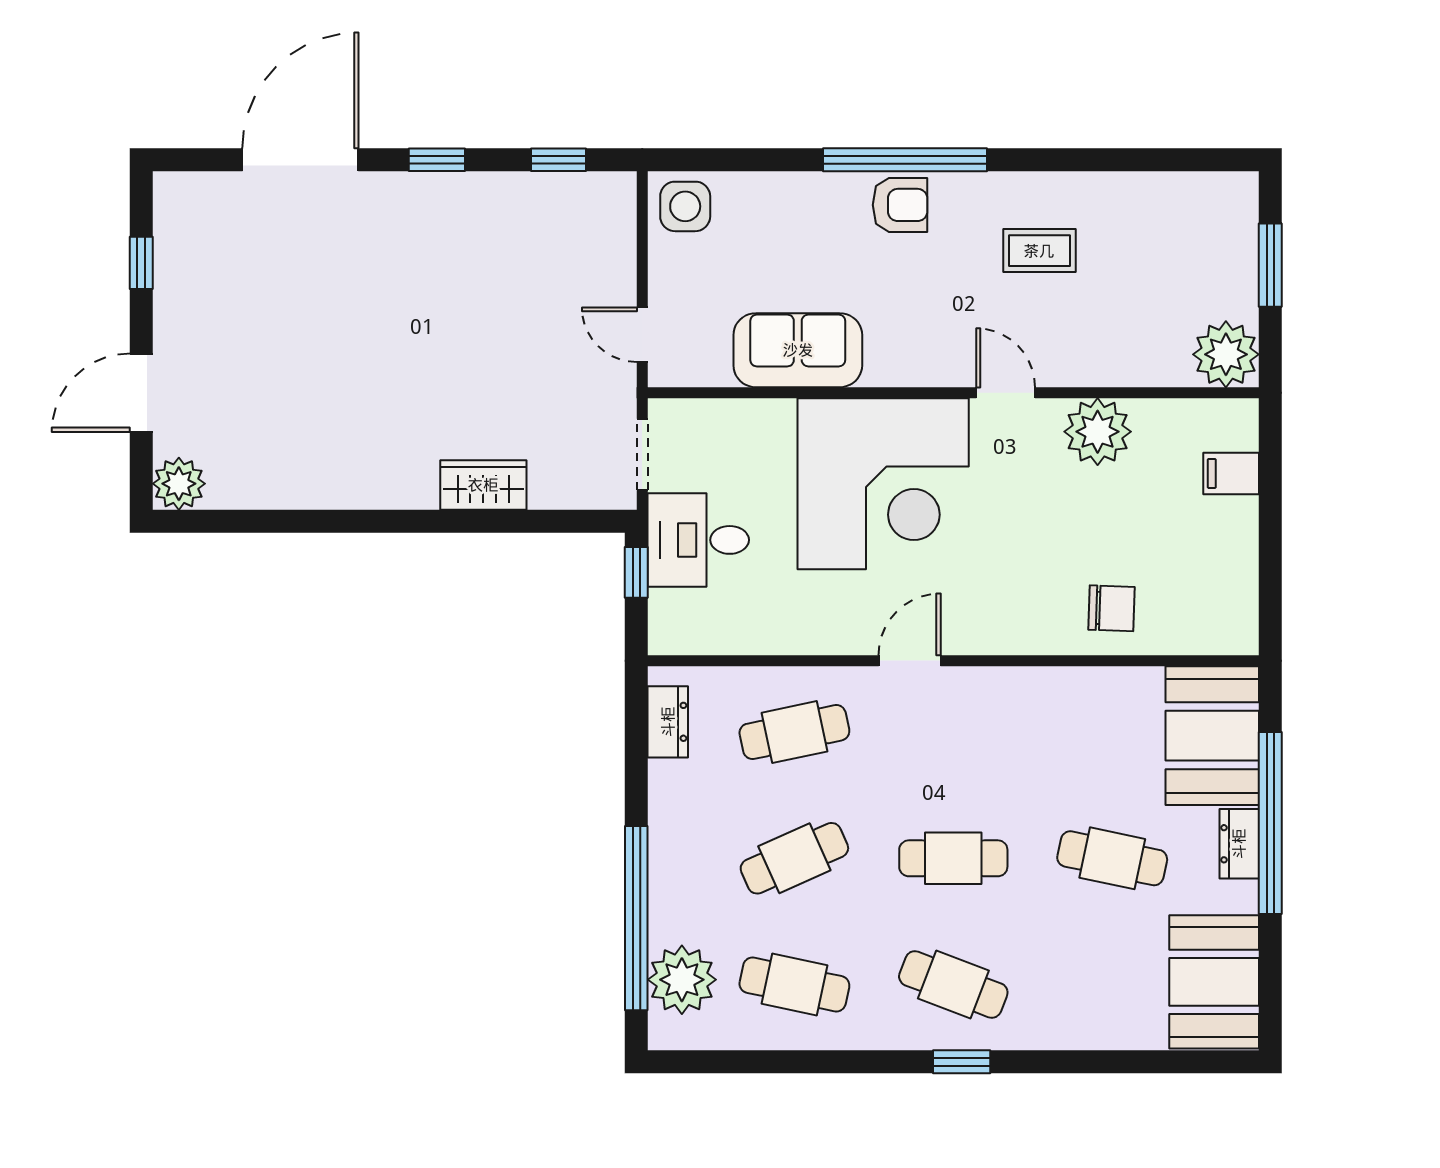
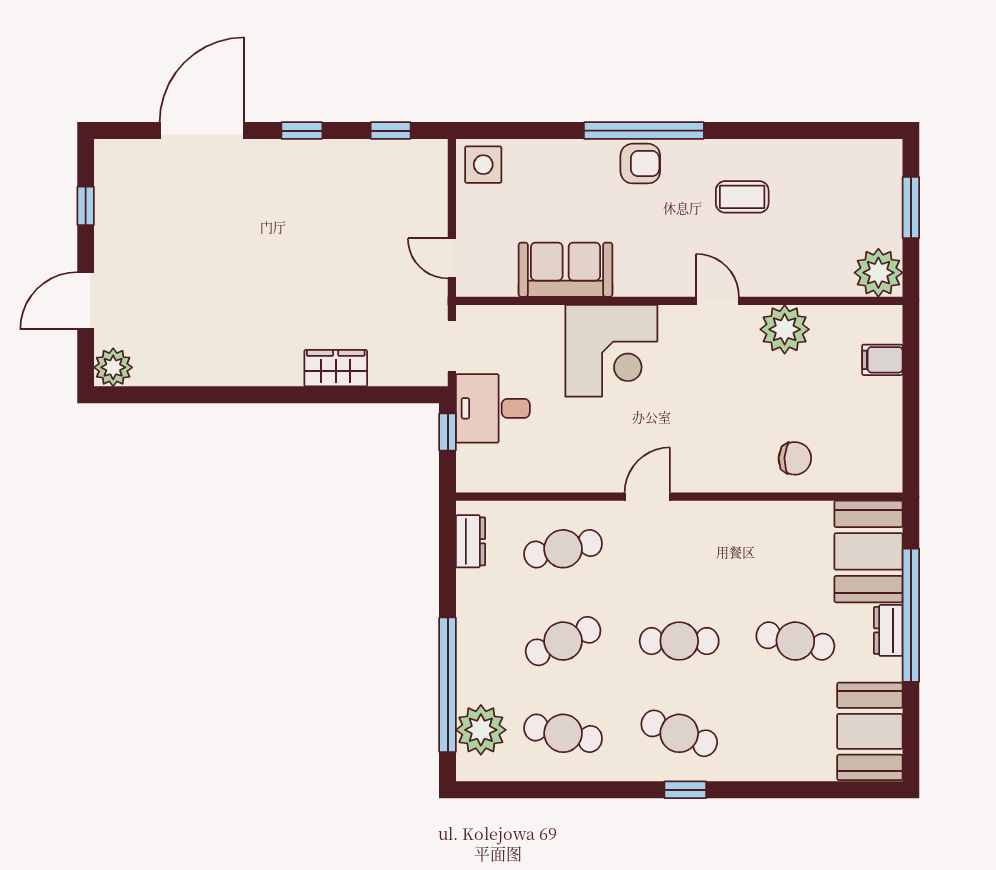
corner desk: (883, 484) -> (611, 351), width x0.74, depth x0.74

